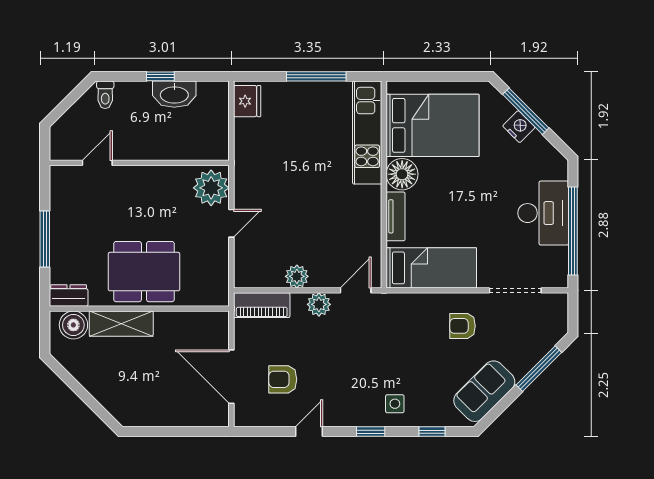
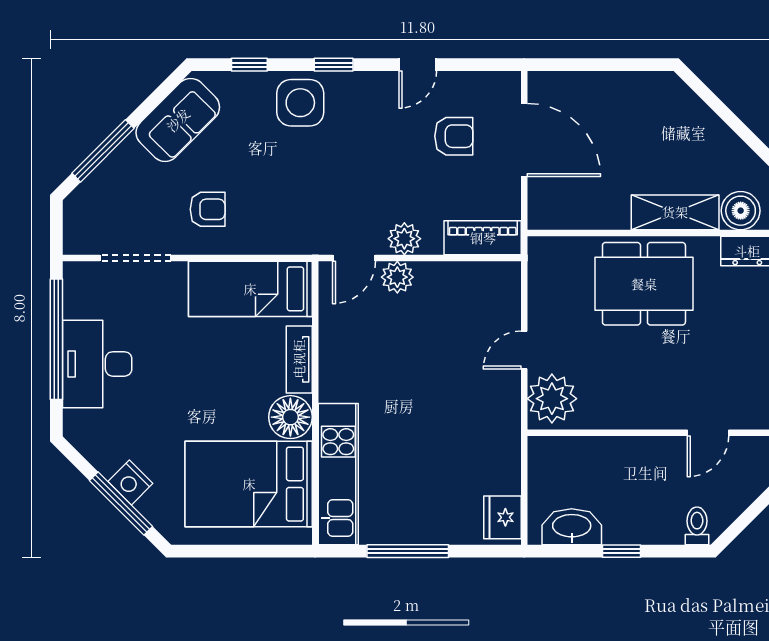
washbasin: (174, 94) -> (572, 527), moved
plant: (297, 276) -> (397, 277), moved
side table: (395, 404) -> (300, 103), width x1.87, depth x1.87

